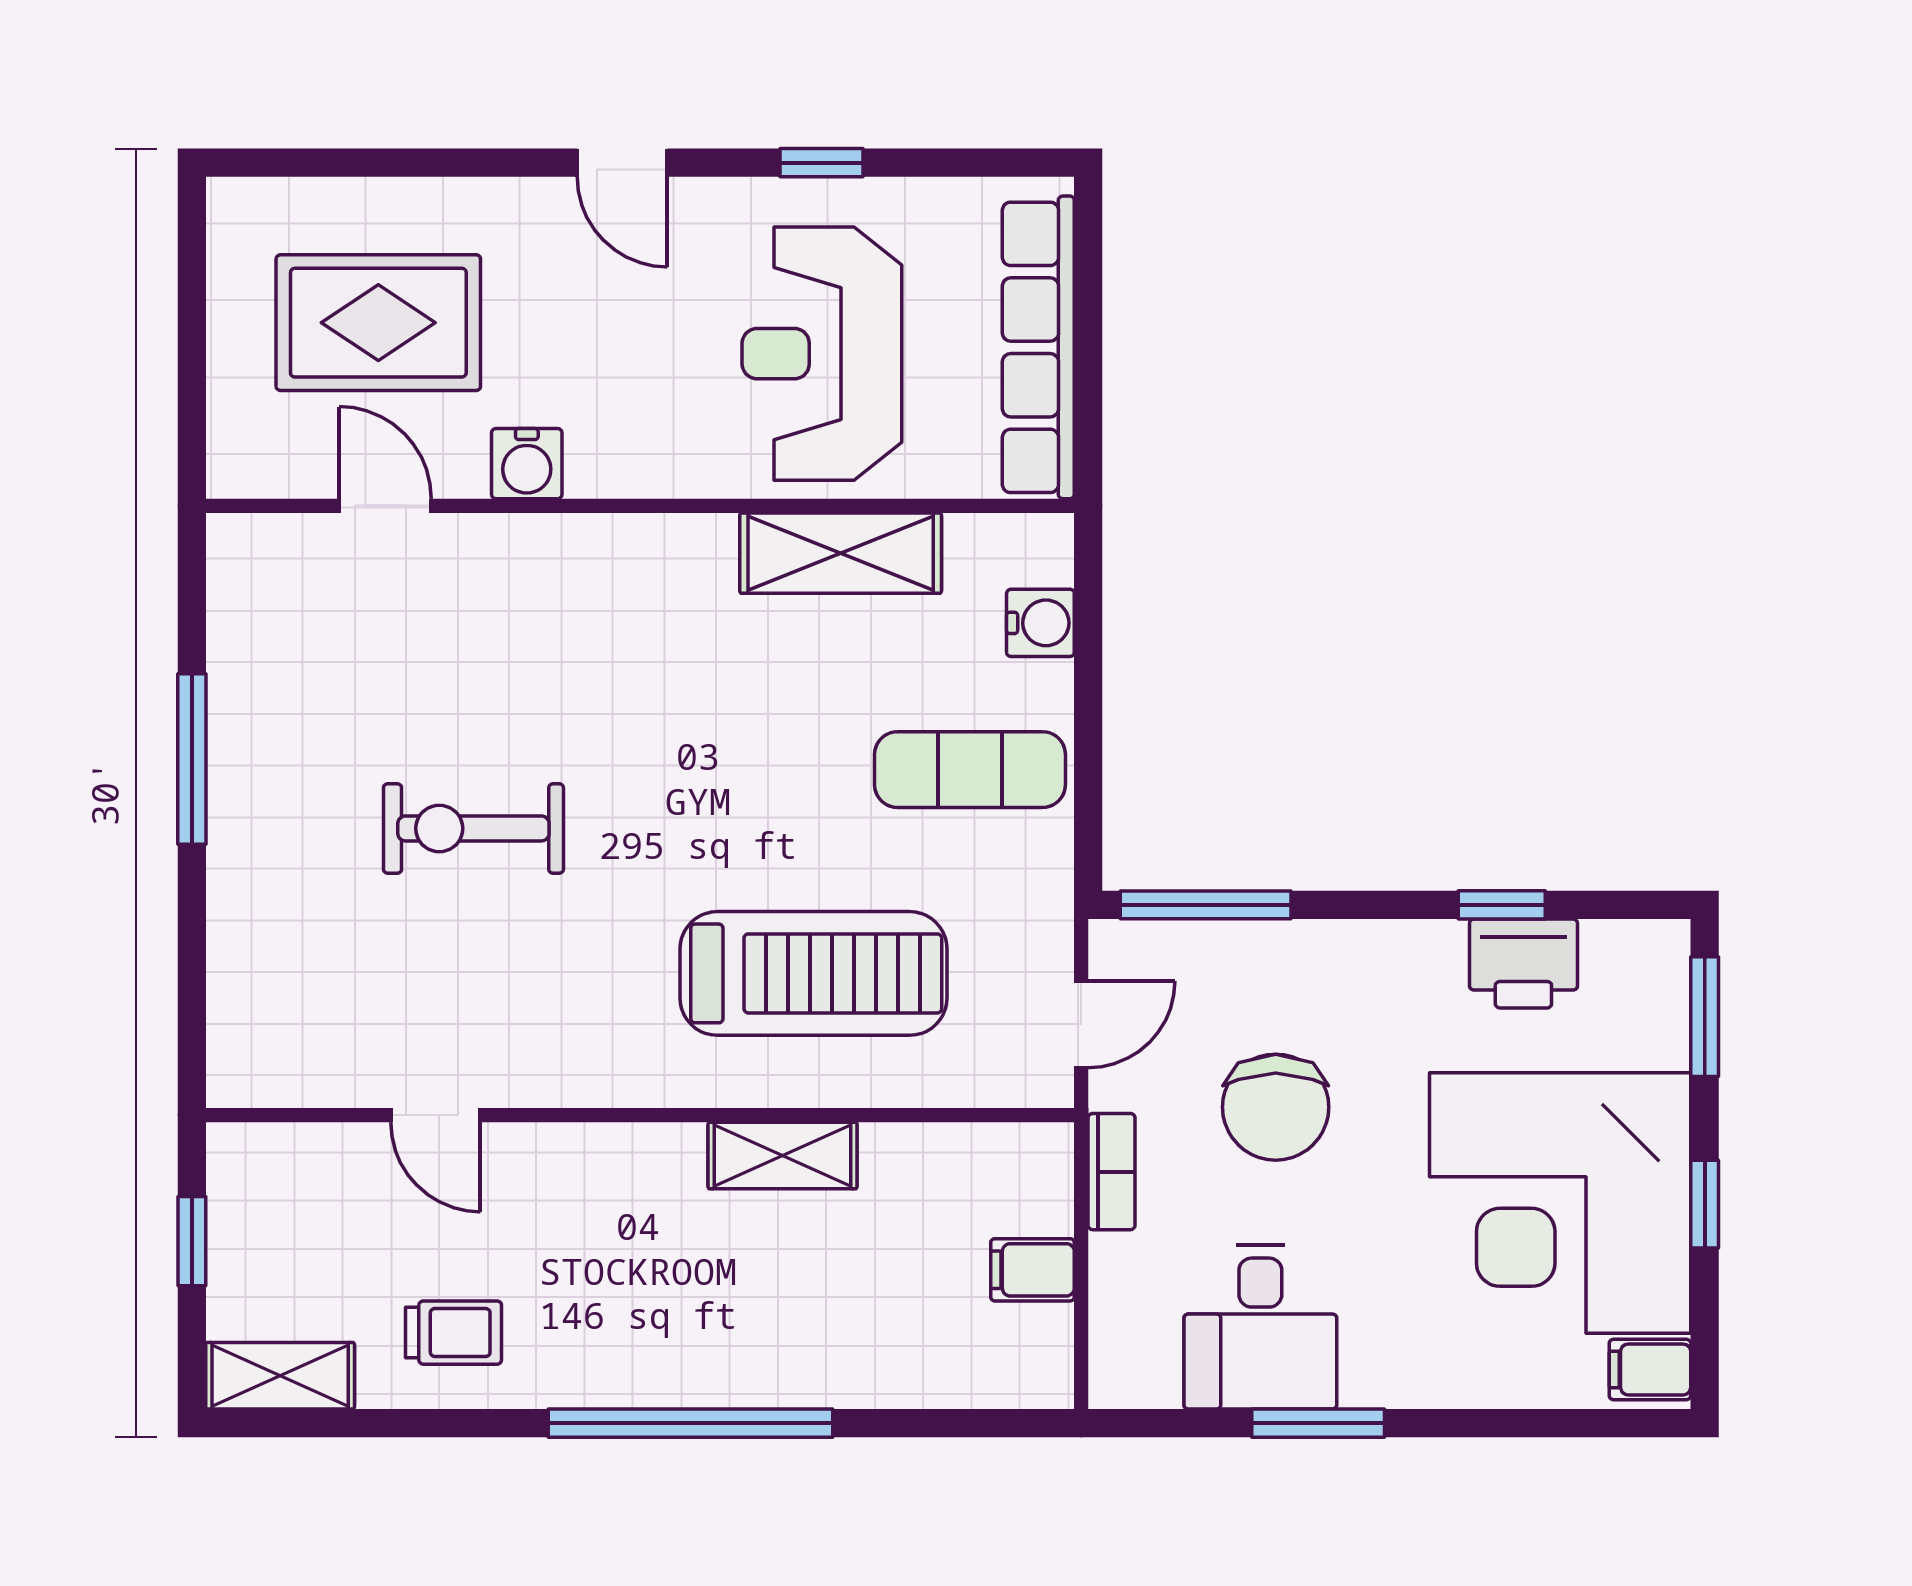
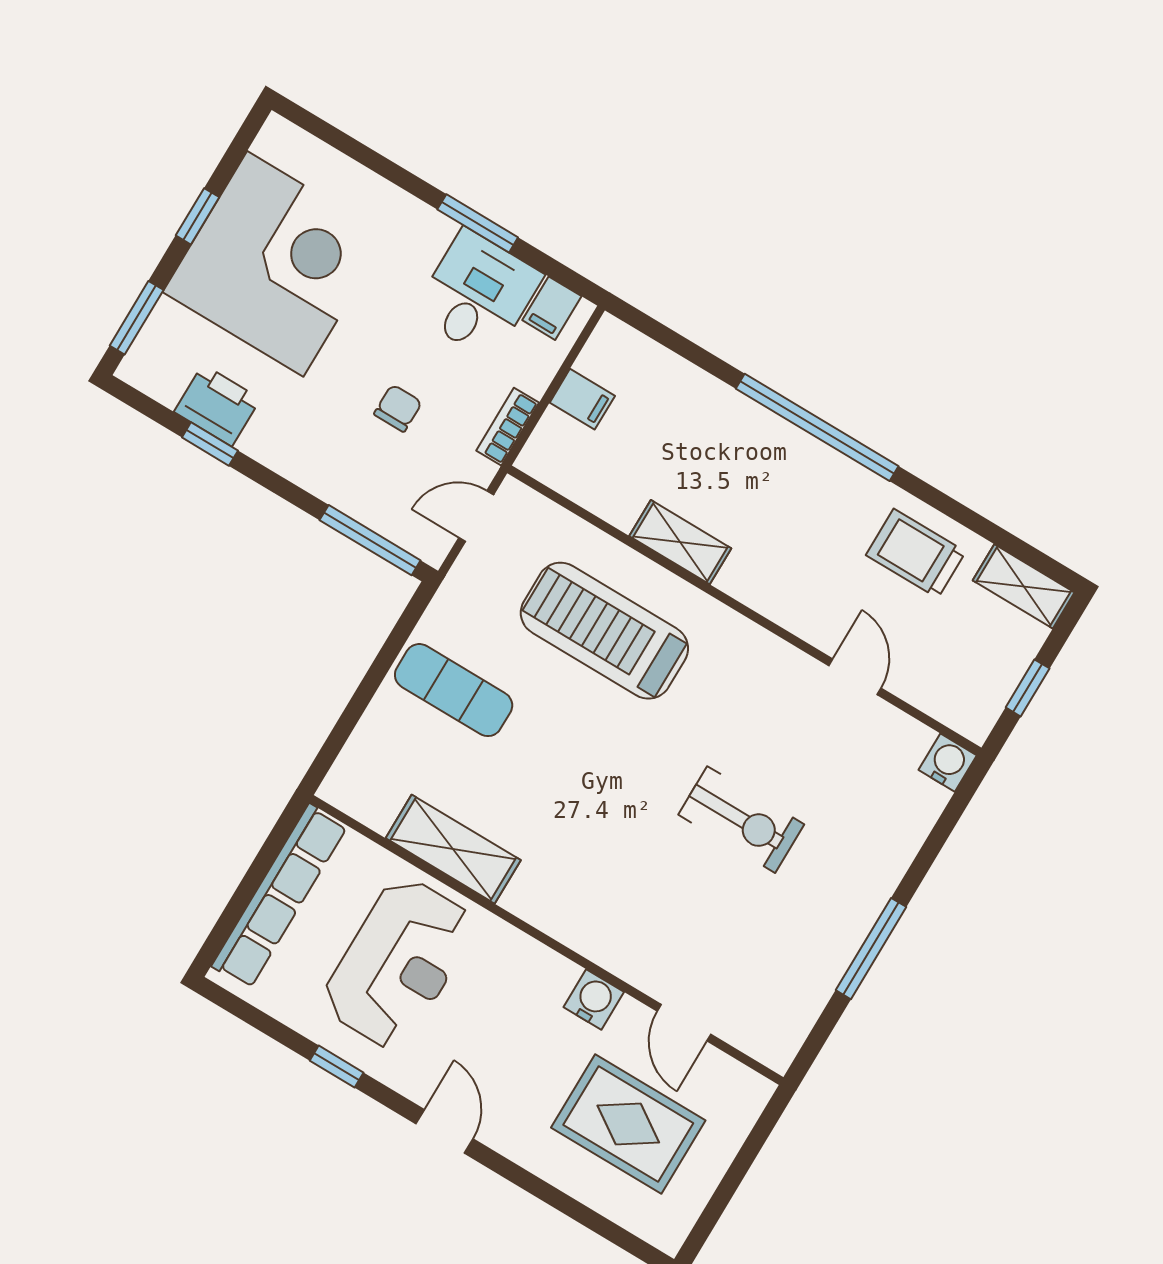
water cooler: (1040, 623) -> (948, 763), moved, turned 90
chair: (1276, 1107) -> (398, 408), width x0.54, depth x0.54
trolley: (453, 1333) -> (916, 553), width x1.36, depth x1.39
filing cabinet: (1650, 1369) -> (552, 308), moved, turned 90

